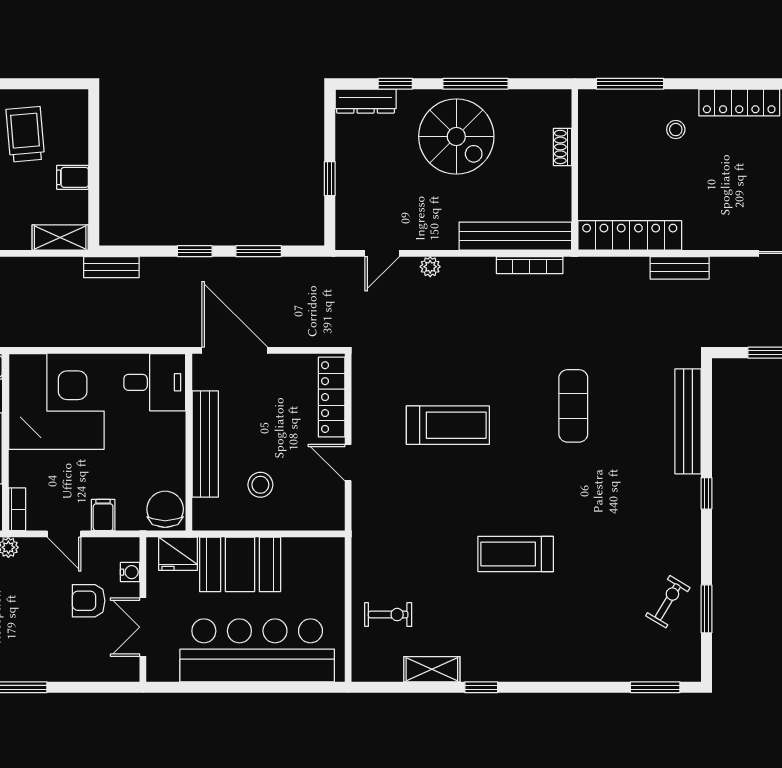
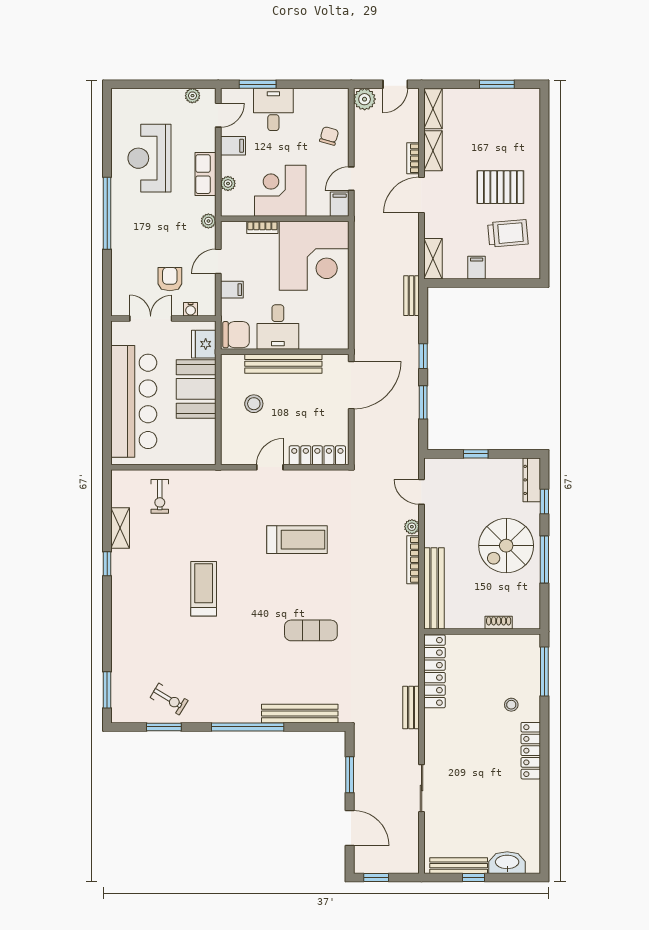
bookcase: (530, 265) -> (413, 560), moved
desk: (155, 382) -> (278, 327), moved
treadmill: (448, 425) -> (297, 540), turned -90
window: (706, 493) -> (248, 727), width x3.17
bookcase: (17, 509) -> (262, 227), moved

